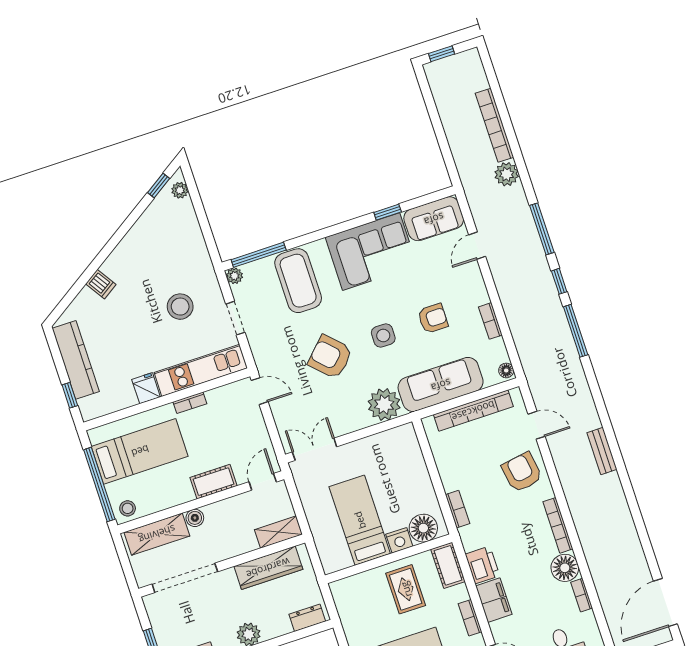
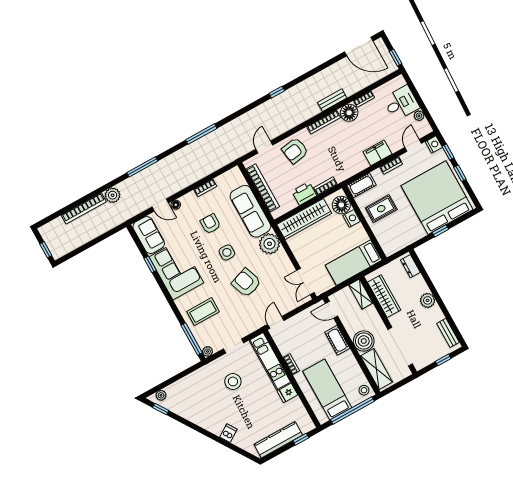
coffee table: (298, 281) -> (203, 312), width x0.73, depth x0.76
window: (559, 281) -> (277, 92), moved
armchair: (330, 357) -> (246, 283), turned 116
floor lamp: (506, 370) -> (176, 205), moved
bench: (602, 451) -> (332, 100), moved
wardrobe: (413, 466) -> (304, 219), added
boiler: (195, 518) -> (364, 341), width x1.86, depth x1.86
bed: (360, 520) -> (354, 263), moved
printer: (482, 565) -> (304, 193), moved

